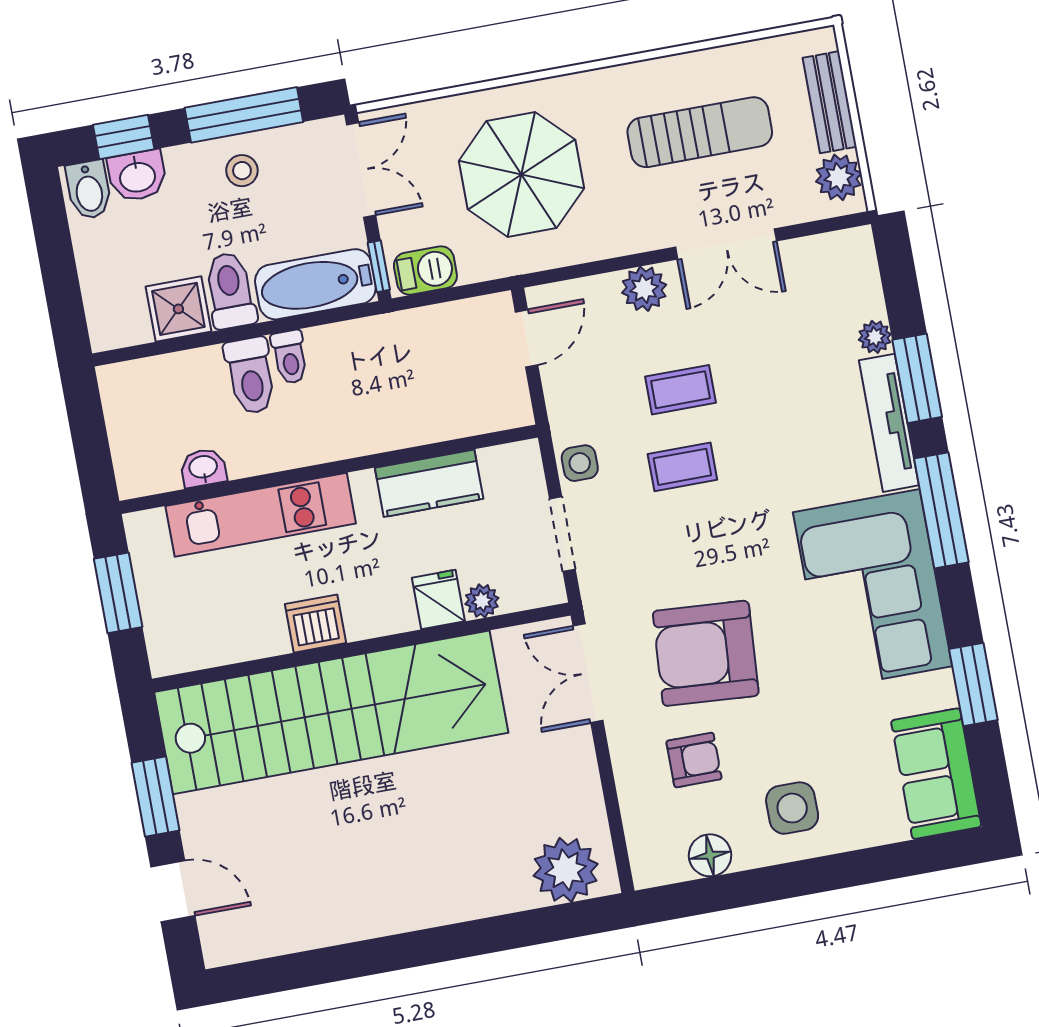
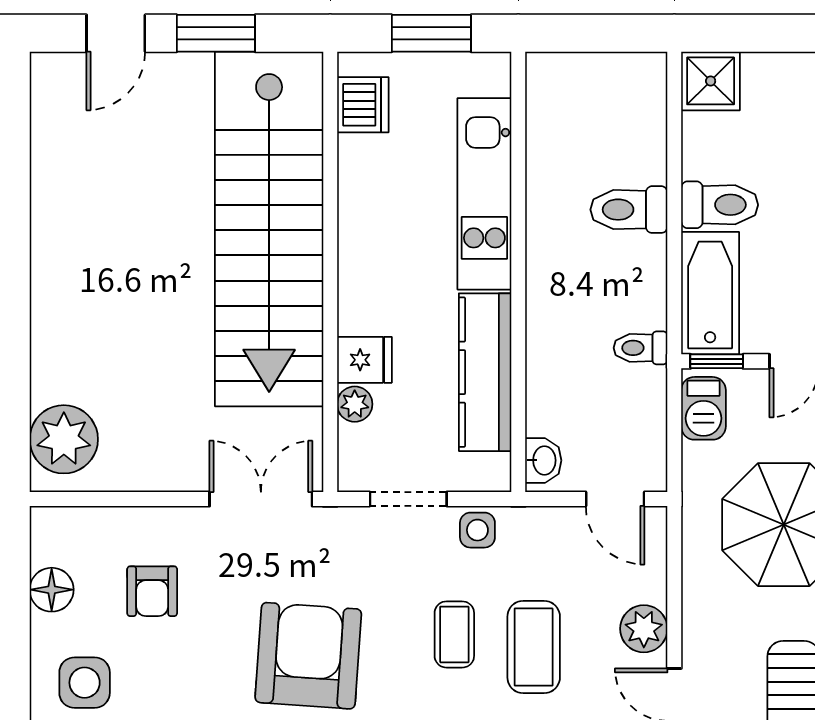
shower: (178, 309) -> (711, 81), moved
toilet: (290, 357) -> (640, 348), moved
coffee table: (681, 390) -> (534, 647), width x1.36, depth x1.30
washbasin: (203, 468) -> (543, 460), moved
kitchen counter: (429, 483) -> (485, 372), width x1.50
dishwasher: (316, 624) -> (363, 105), moved
armchair: (706, 653) -> (308, 656), moved

